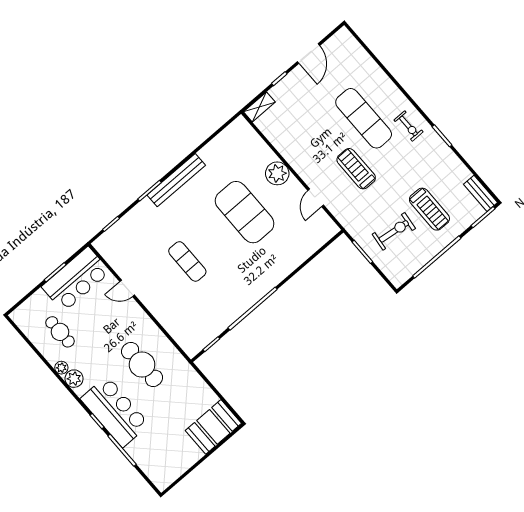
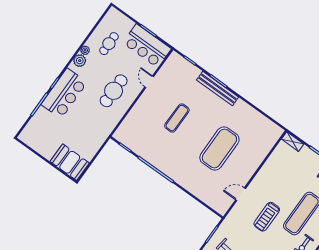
treadmill: (356, 169) -> (267, 217), turned 180
plant: (277, 173) -> (251, 164), removed
bench: (176, 180) -> (218, 89), moved
cafe table: (142, 365) -> (114, 91), moved

